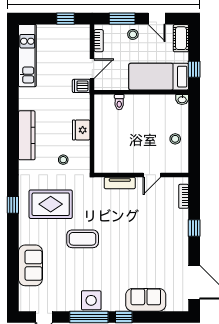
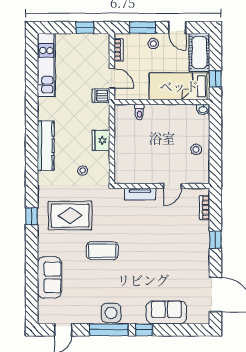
cot: (181, 38) -> (199, 53), width x1.37, depth x1.34
door: (92, 69) -> (112, 78), hinge flipped

